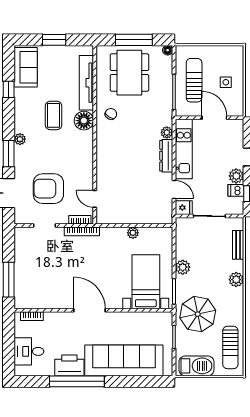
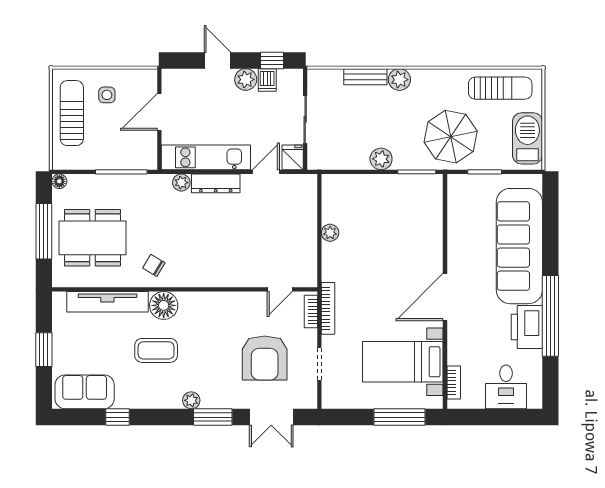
sun lounger: (194, 80) -> (72, 113), moved, turned 90
bench: (238, 245) -> (365, 77), moved
bed with nightstands: (146, 282) -> (403, 362), moved

